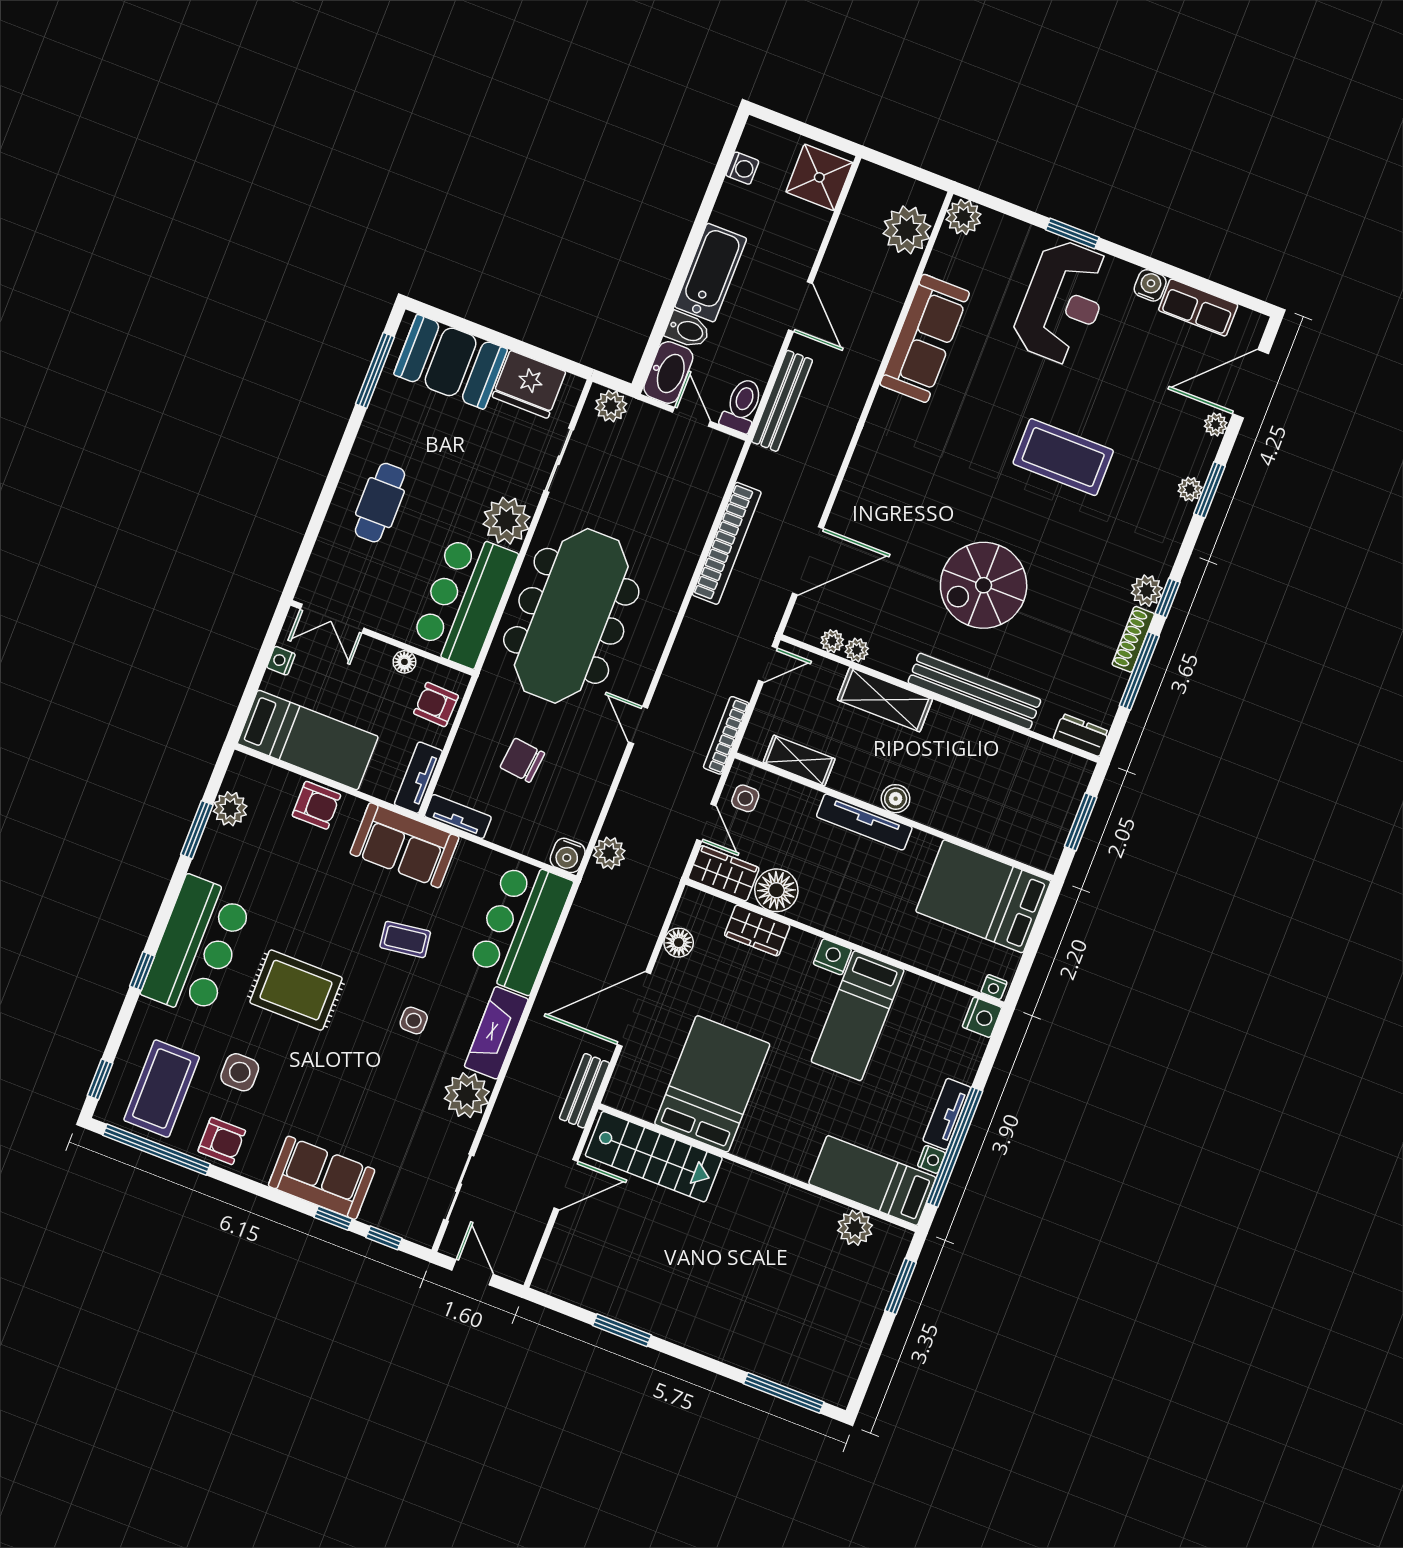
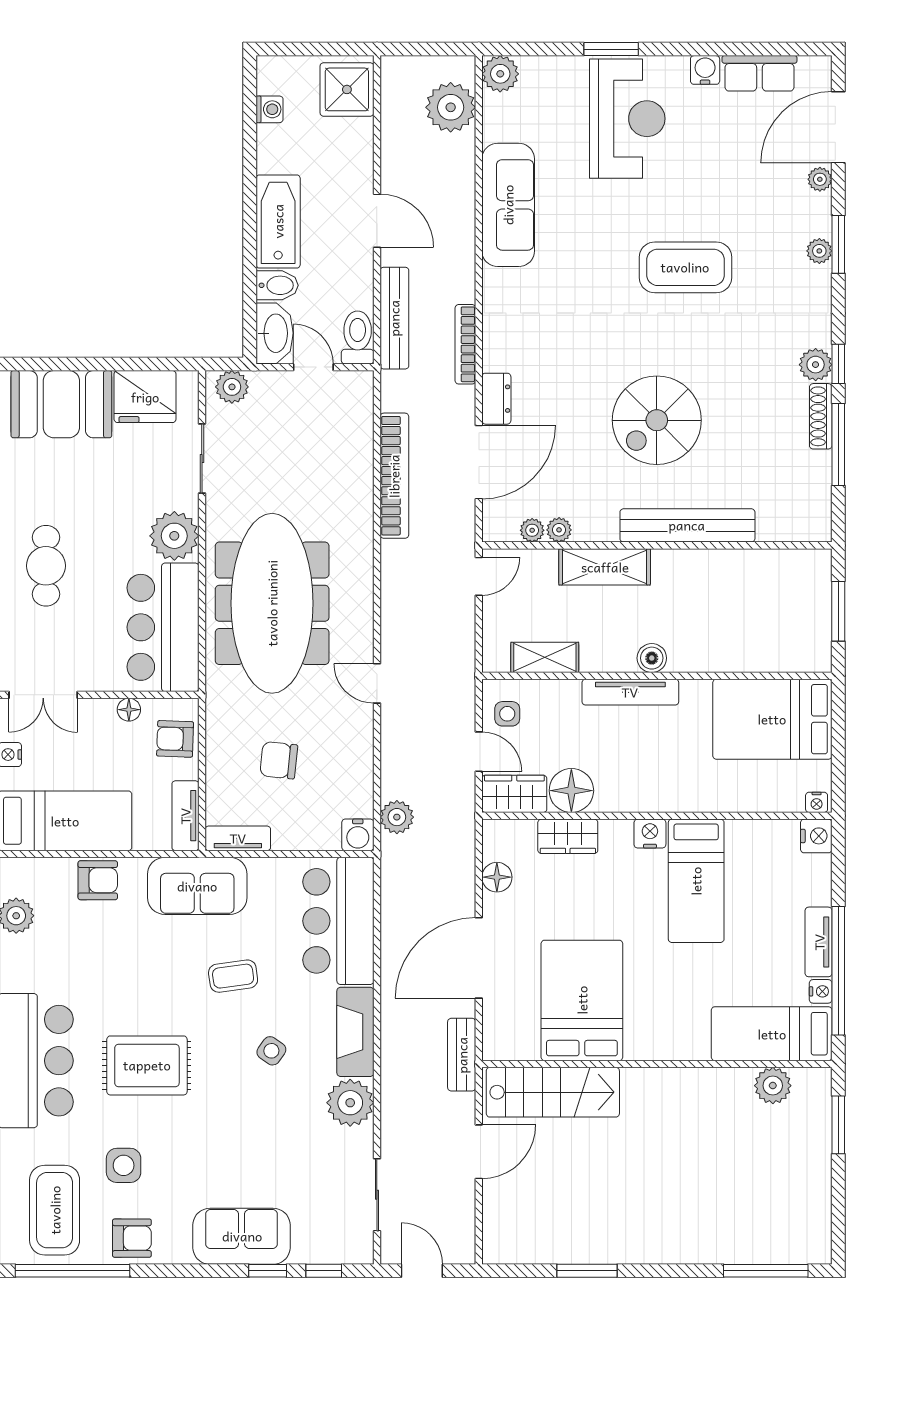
bookcase: (726, 735) -> (465, 344), moved
dresser: (1081, 735) -> (496, 399), moved, turned 90
side table: (414, 1020) -> (271, 1051), turned 35

